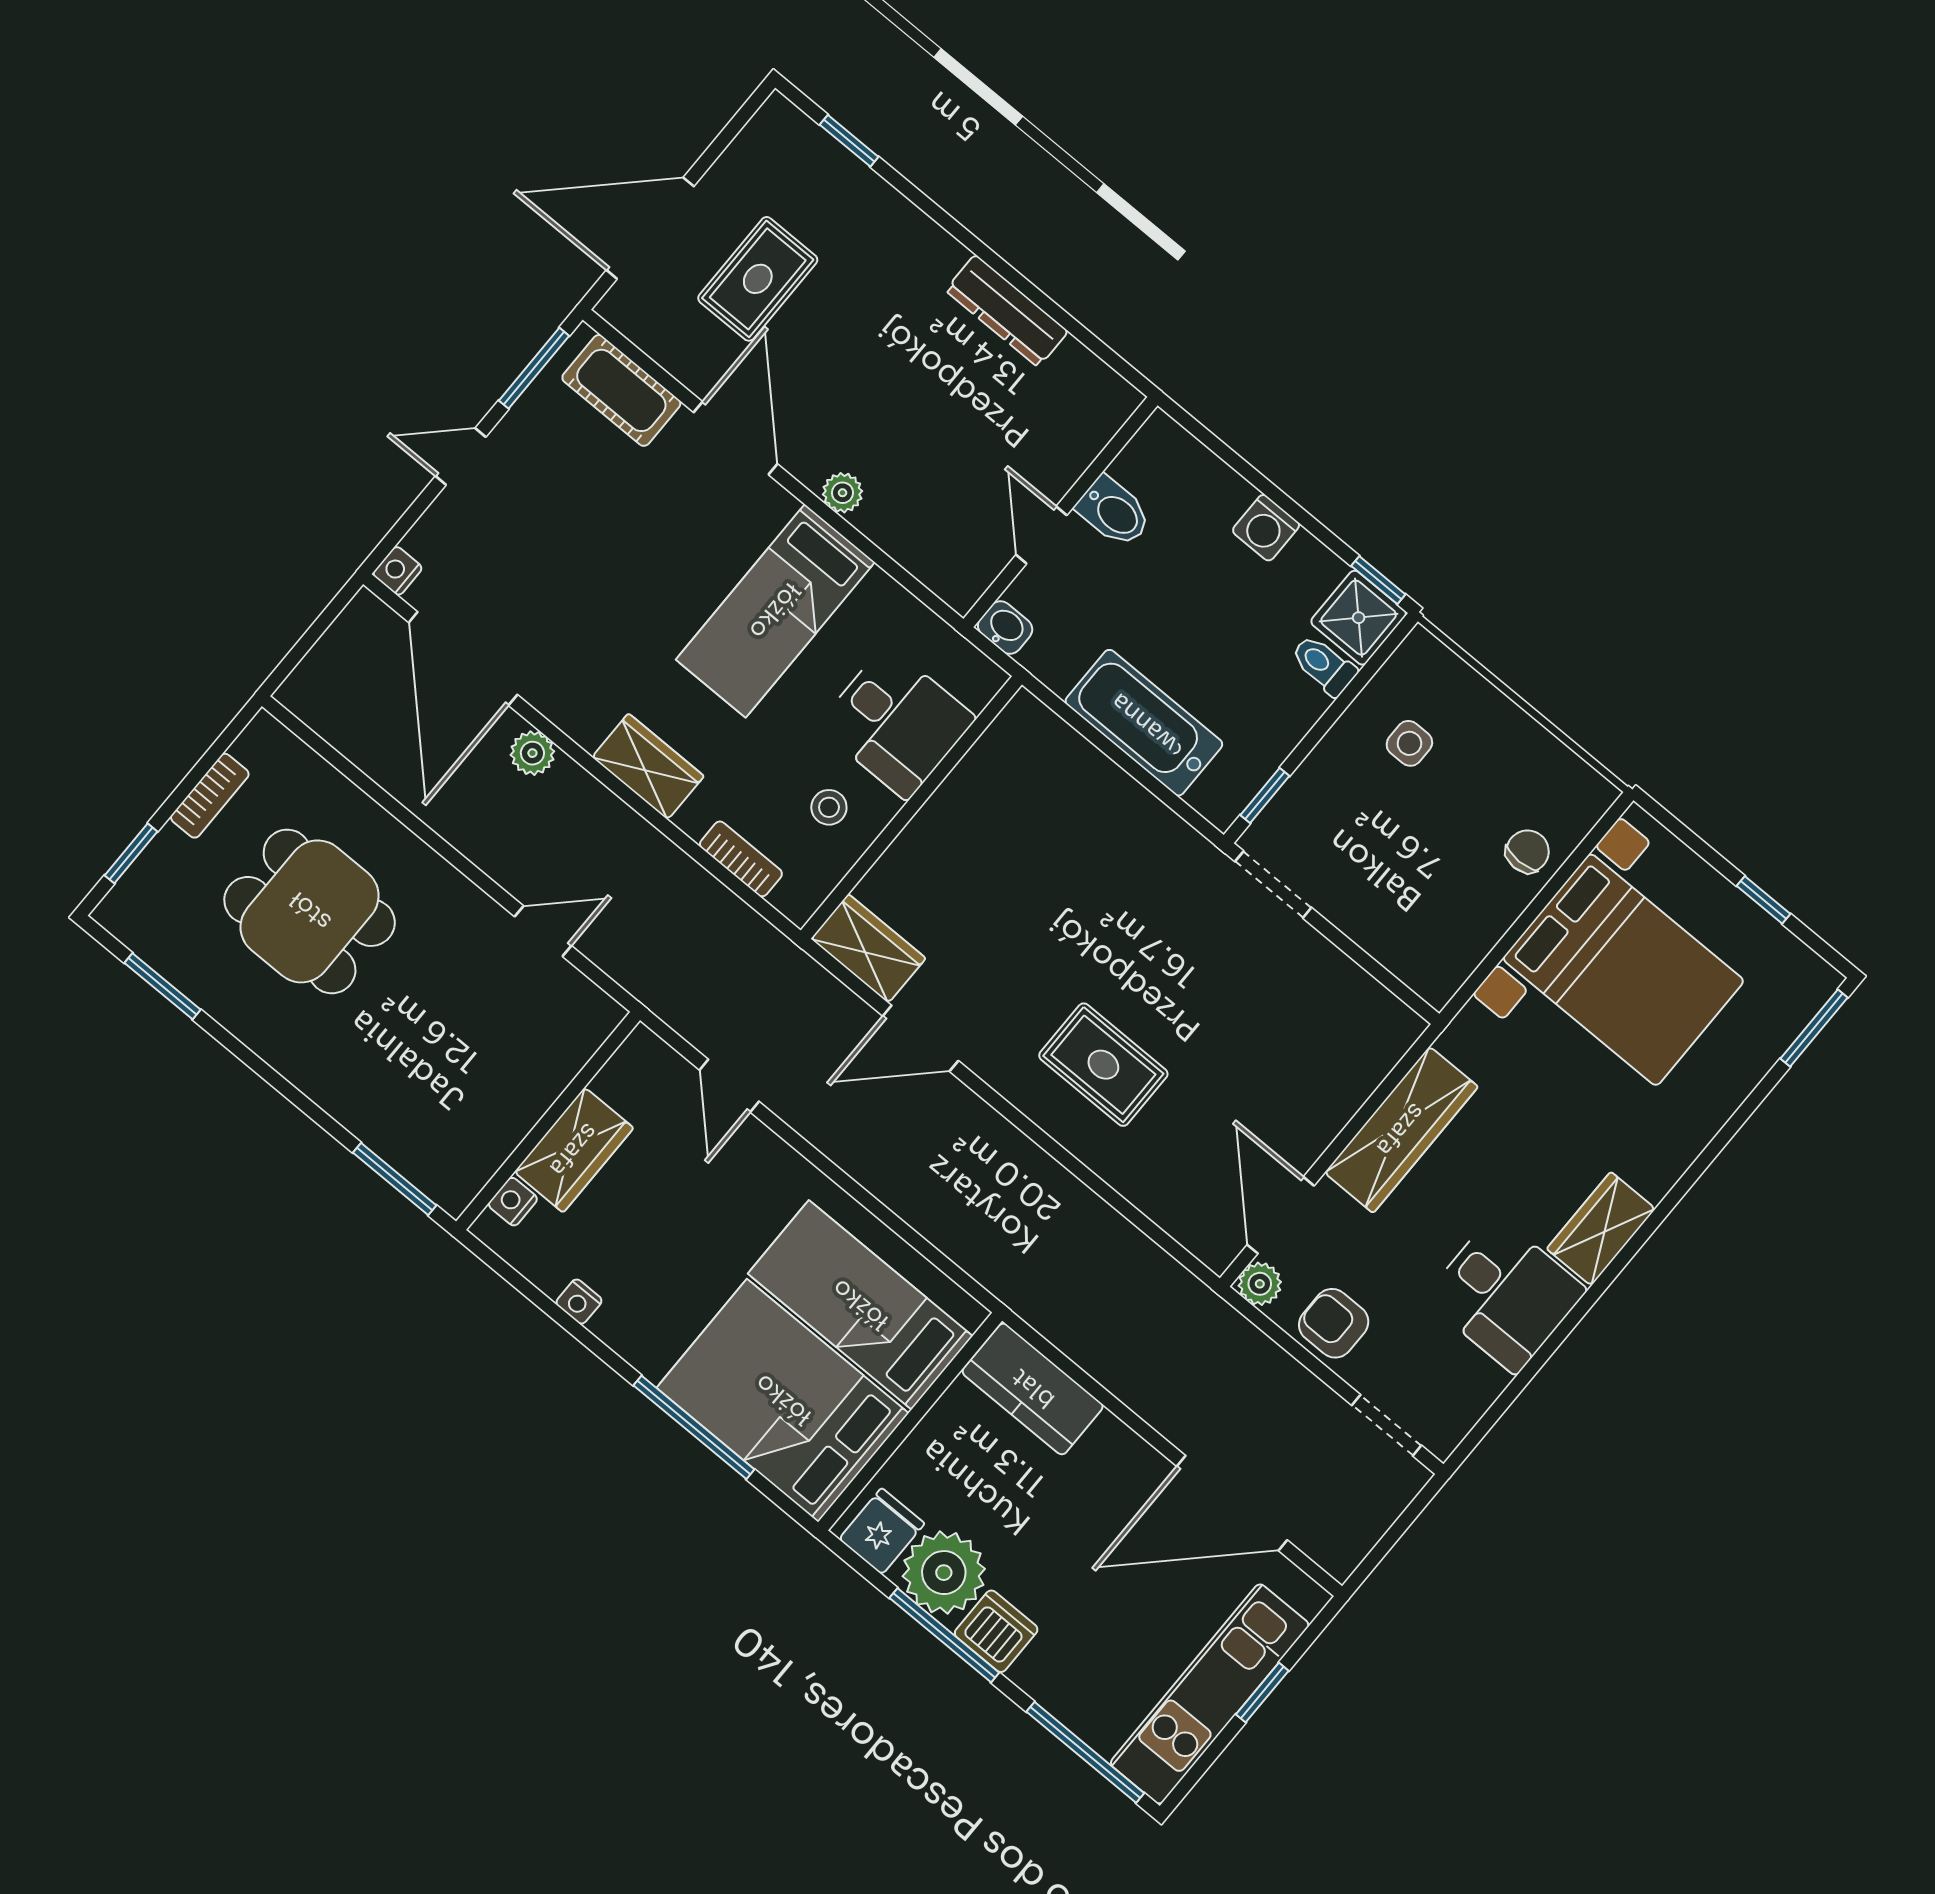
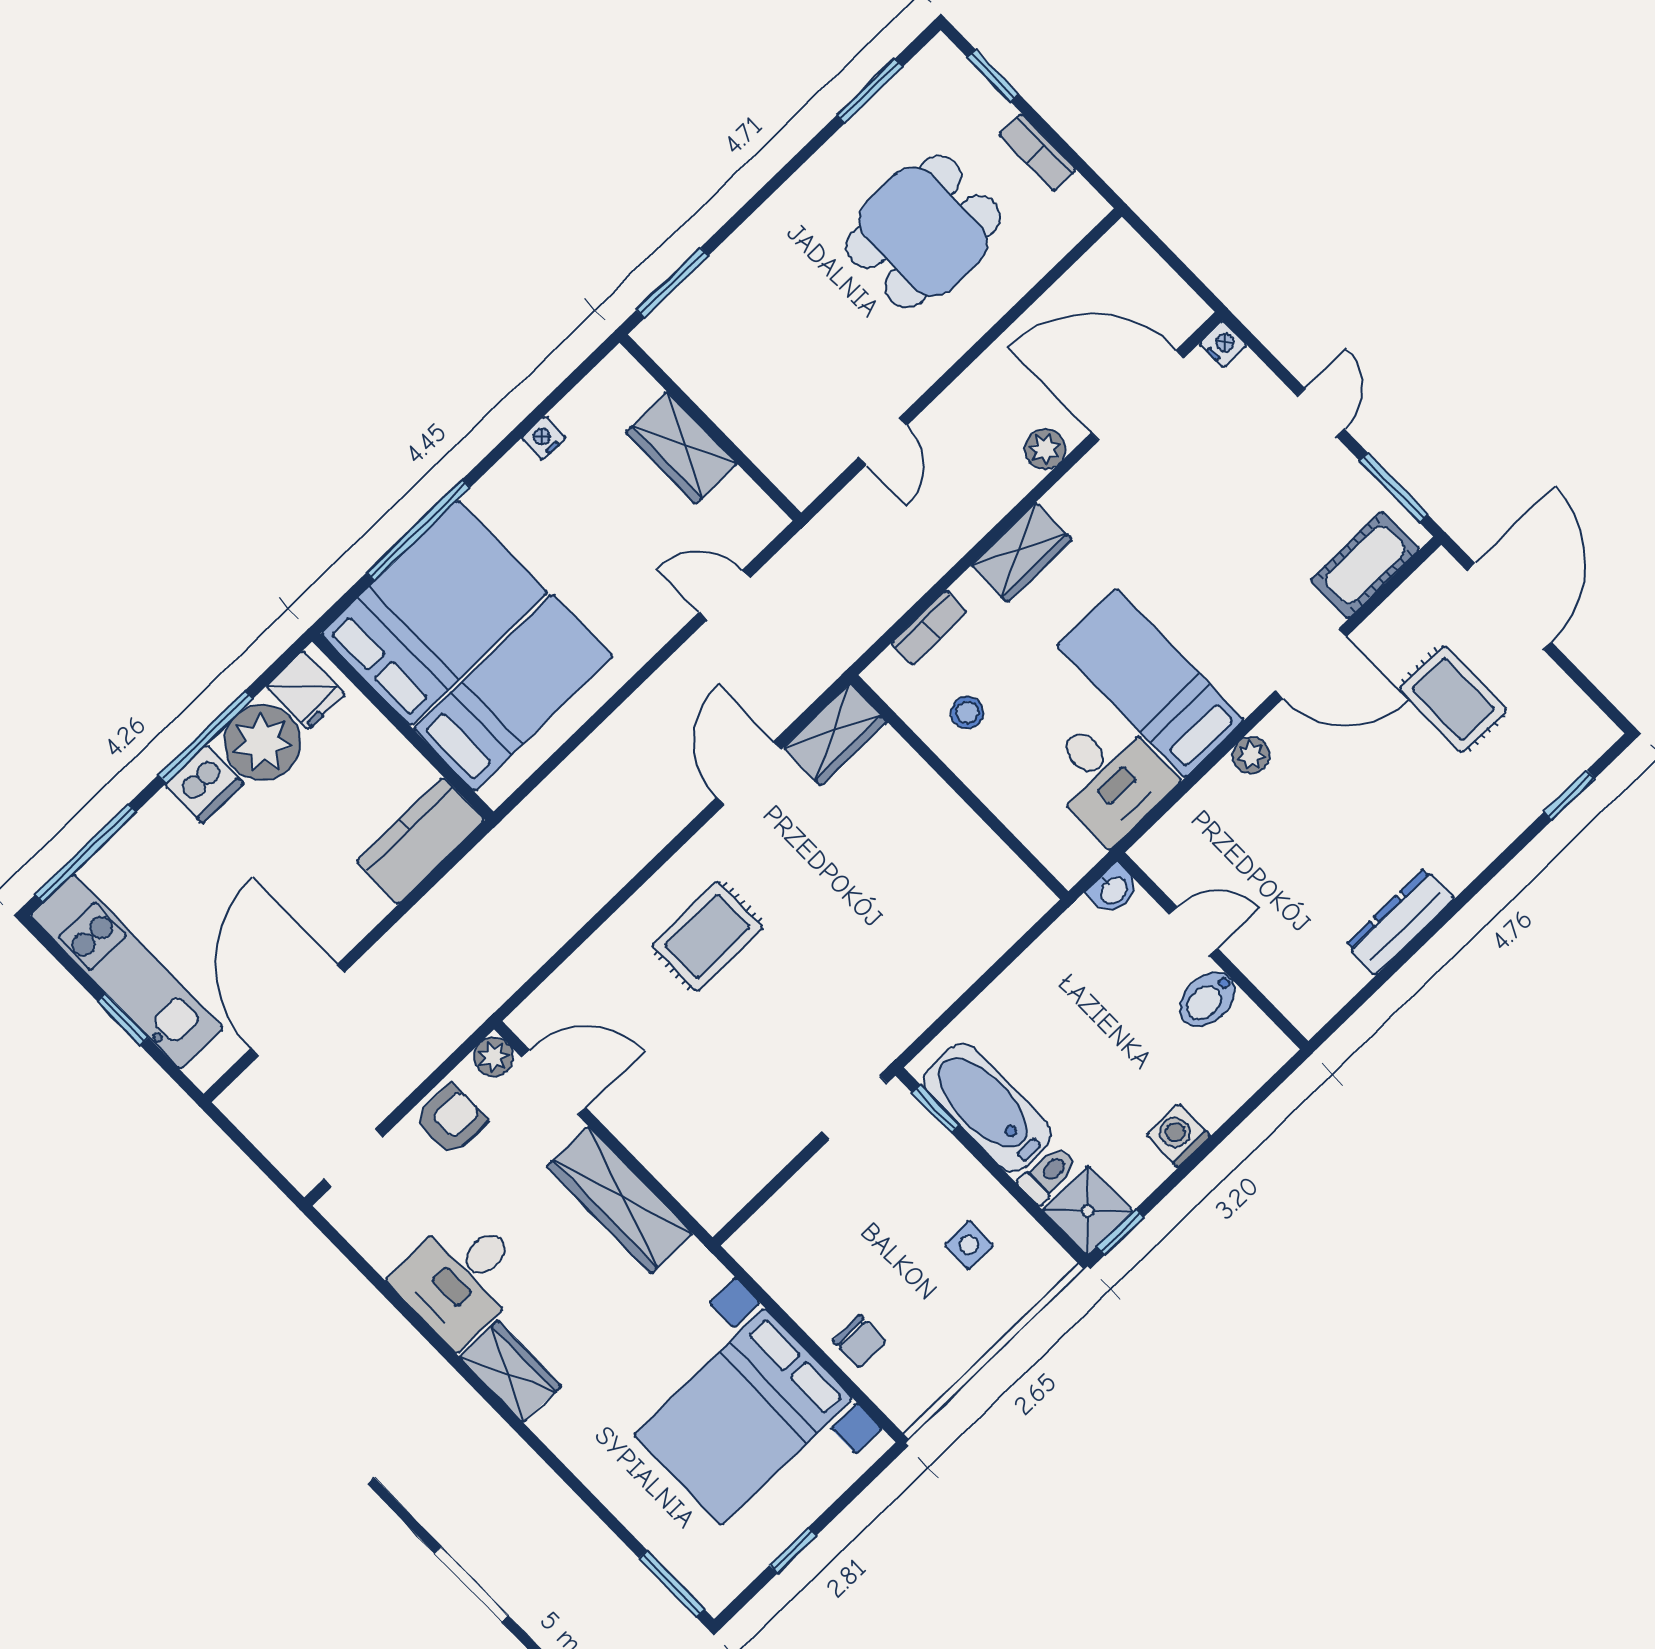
desk: (896, 722) -> (1108, 777), moved, turned -90
bathtub: (1144, 723) -> (988, 1107), moved, turned -90
nightstand: (513, 1202) -> (640, 388), removed

